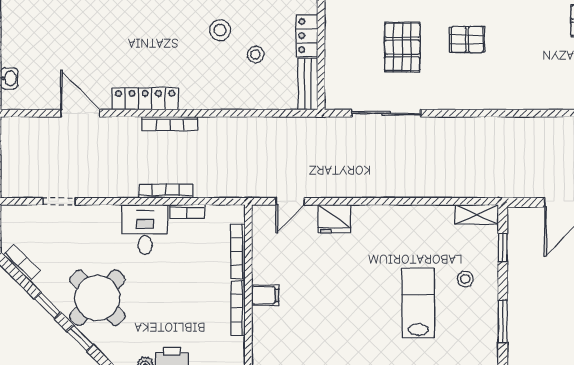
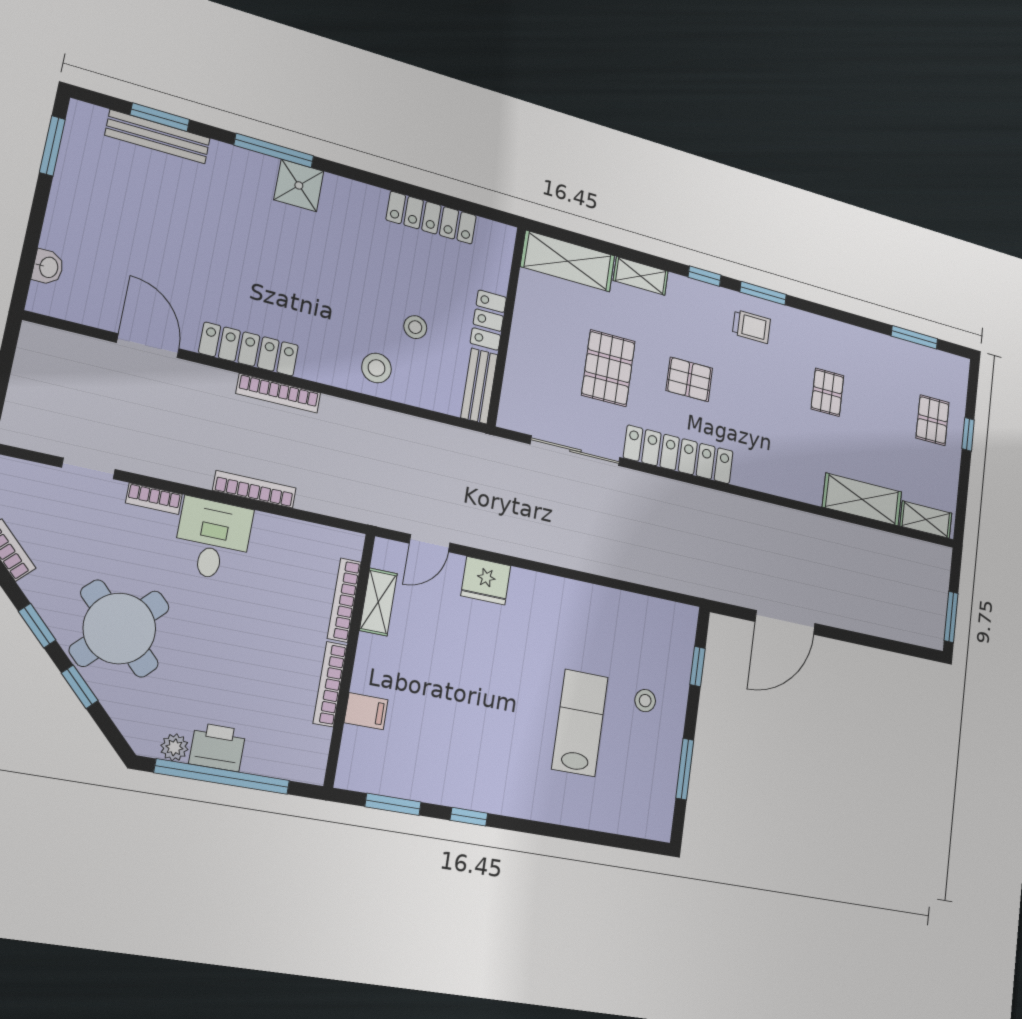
stool: (220, 30) -> (377, 368), moved
locker: (467, 97) -> (679, 455), added
bookcase: (187, 211) -> (154, 499), moved
shelving: (477, 214) -> (378, 602), moved, turned 90
filing cabinet: (265, 295) -> (366, 711), moved

